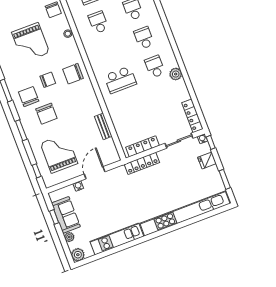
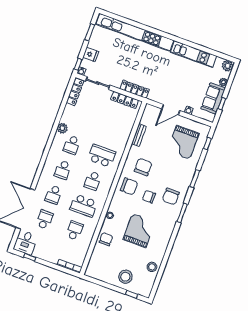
school desk: (98, 22) -> (84, 206), width x1.85
school desk: (109, 51) -> (93, 181), added
chair: (46, 114) -> (143, 167), moved

